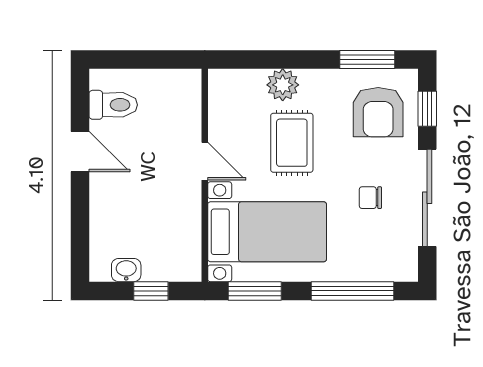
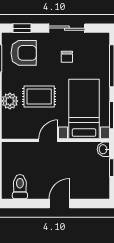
door: (80, 152) -> (59, 203), moved
sliding door: (427, 198) -> (67, 28), width x0.73
washbasin: (126, 270) -> (103, 149), moved

